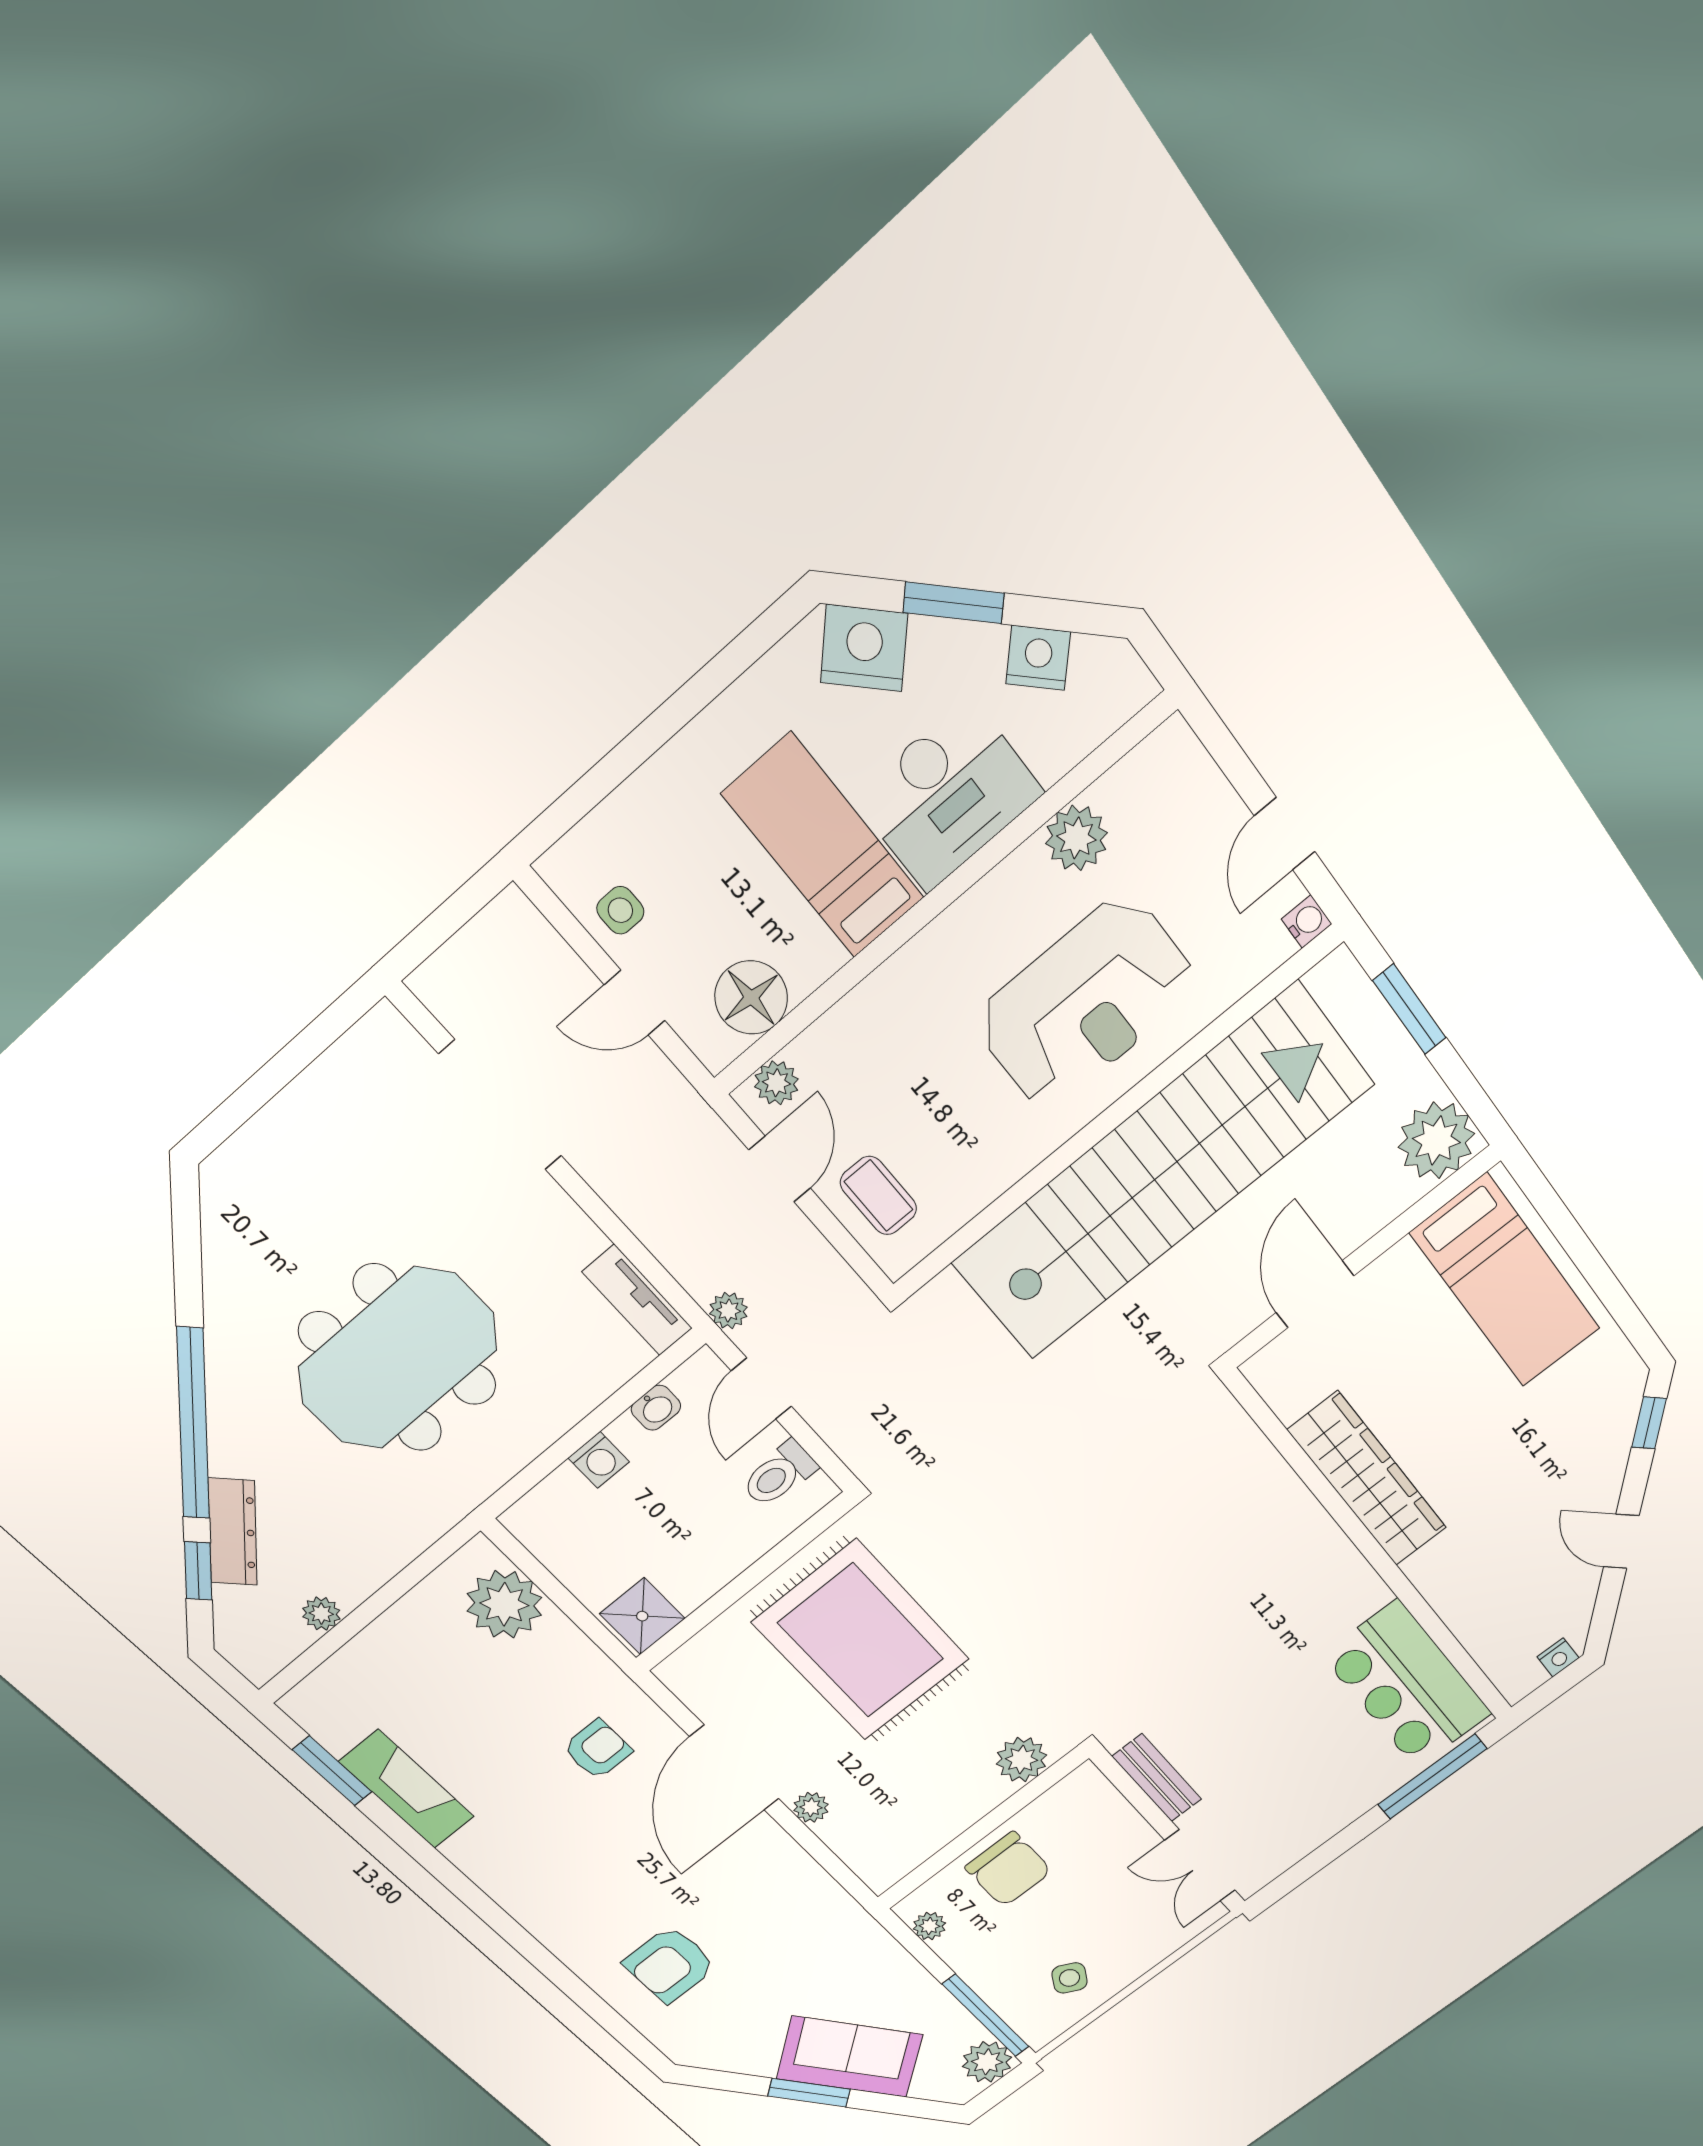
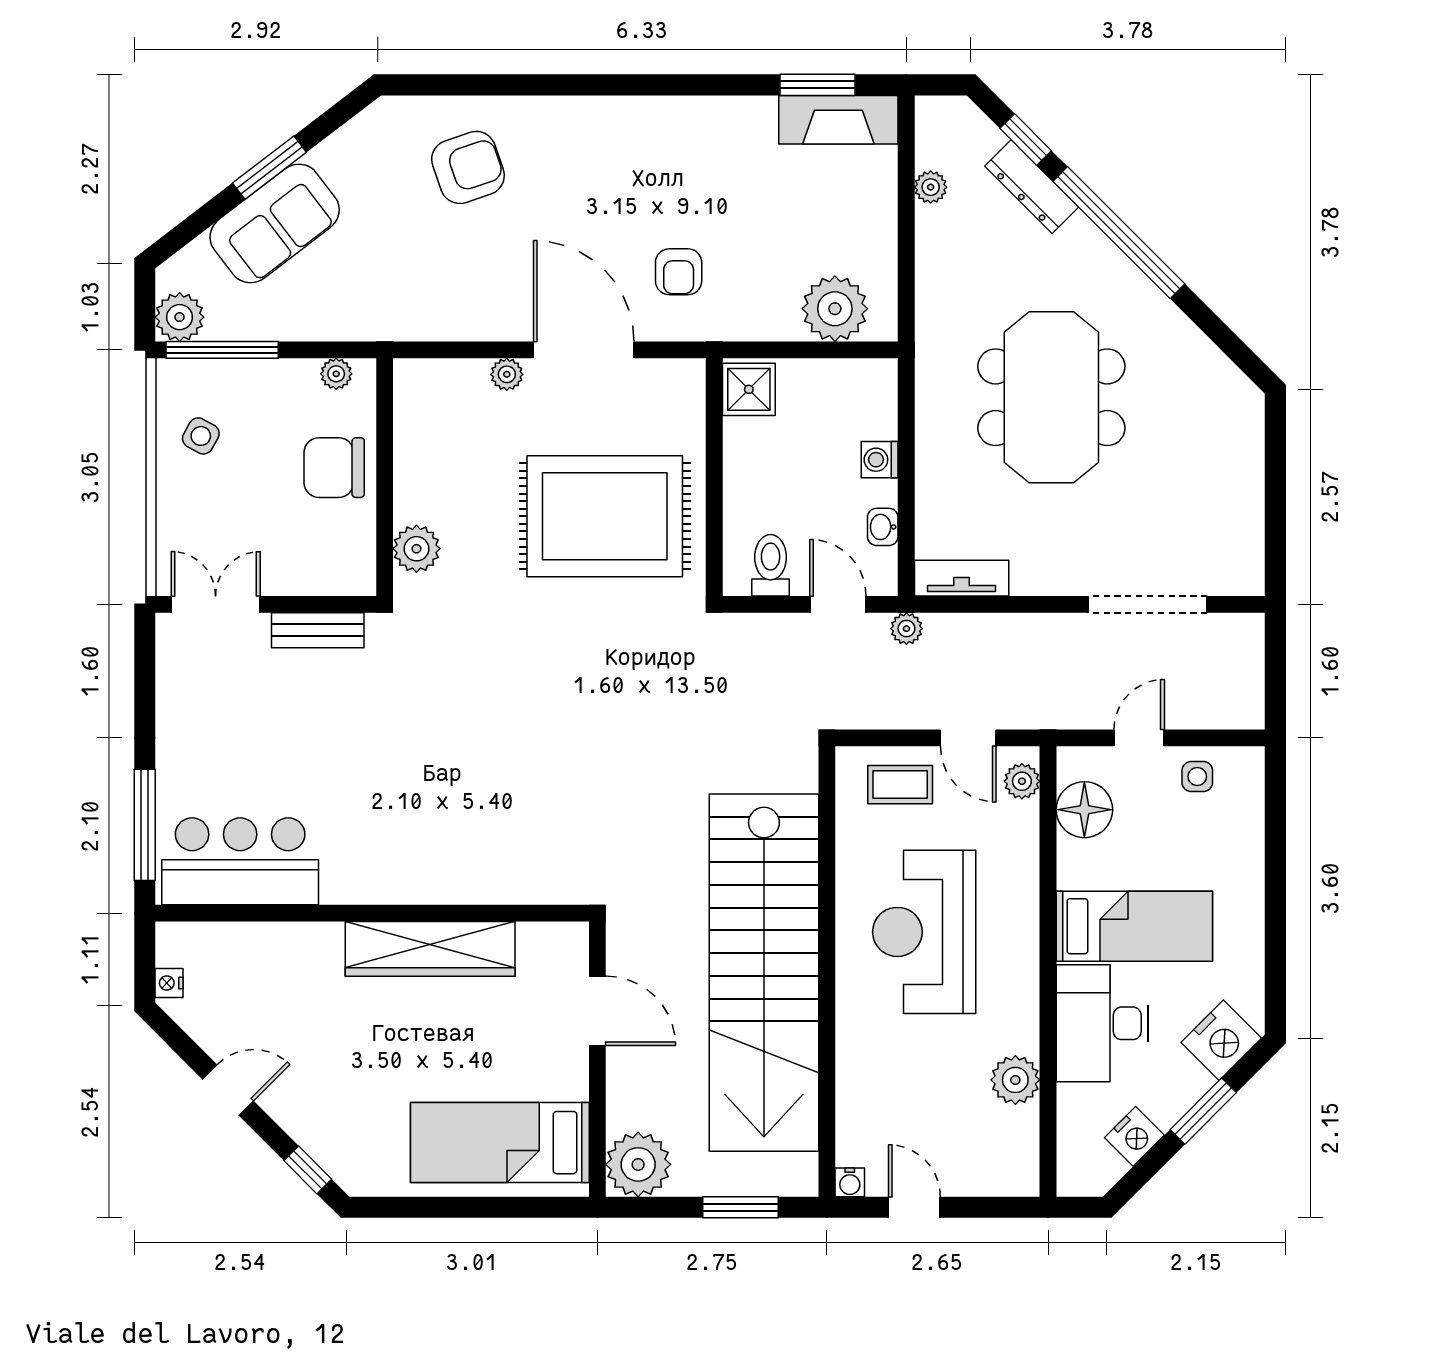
reception desk: (1086, 1003) -> (924, 932), moved
fireplace: (407, 1789) -> (838, 120), moved
armchair: (670, 1964) -> (468, 167), turned 71

